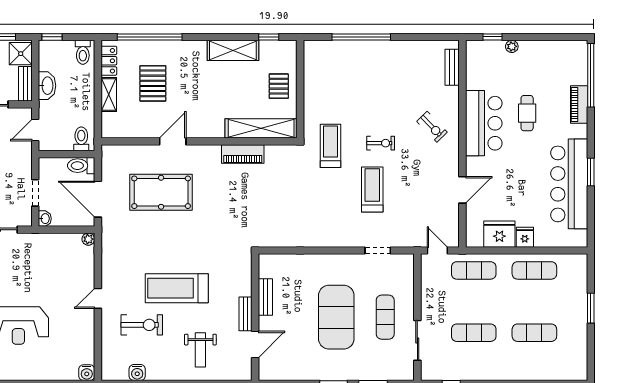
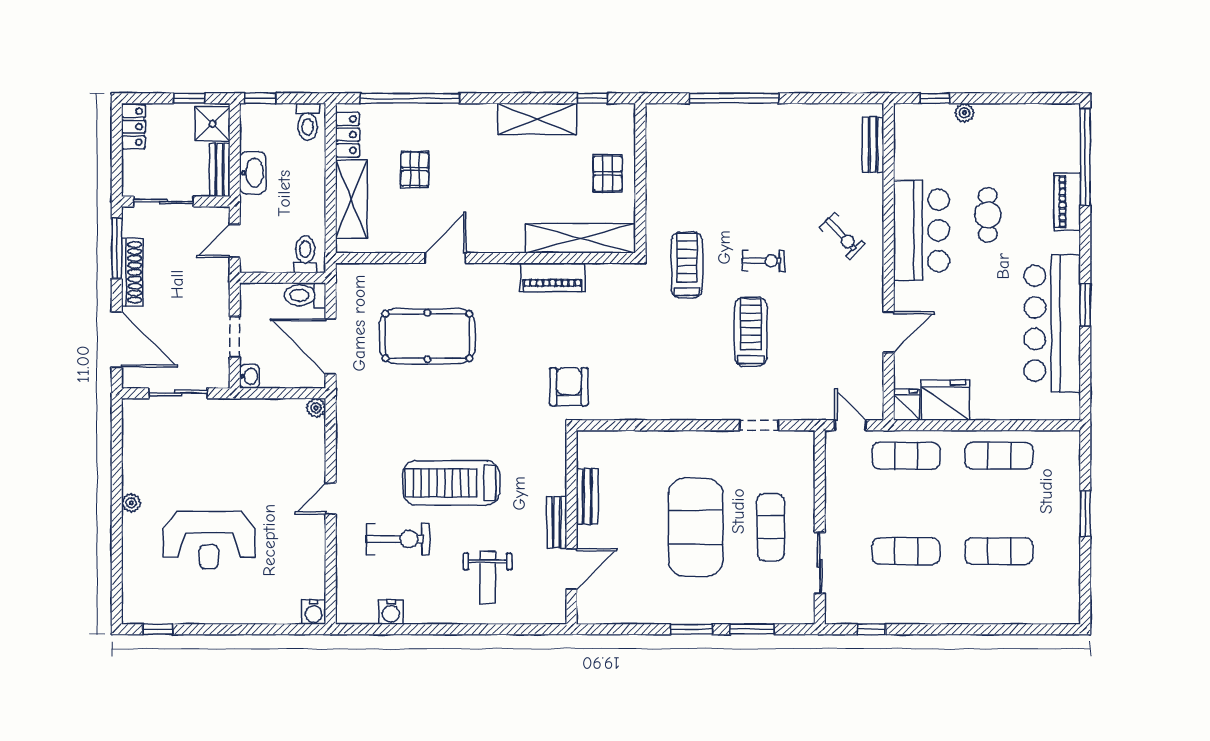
pallet: (153, 83) -> (415, 169), width x0.67, depth x0.71
shelving: (109, 94) -> (351, 199), width x1.50, depth x1.33
armchair: (253, 225) -> (569, 387), added
fridge: (525, 237) -> (907, 405), moved

